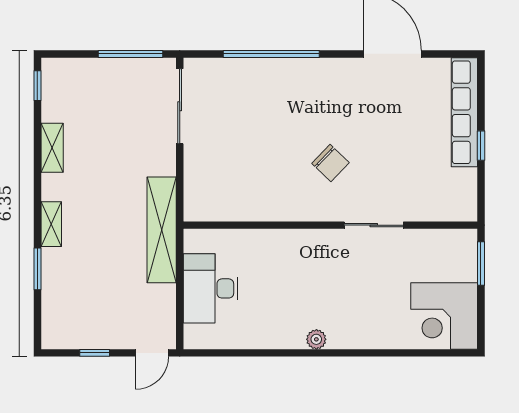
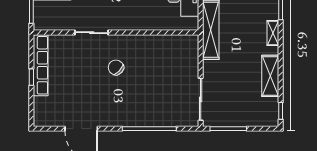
row of seats: (464, 112) -> (41, 65), moved
shelving: (52, 148) -> (270, 76), width x1.50, depth x1.33

